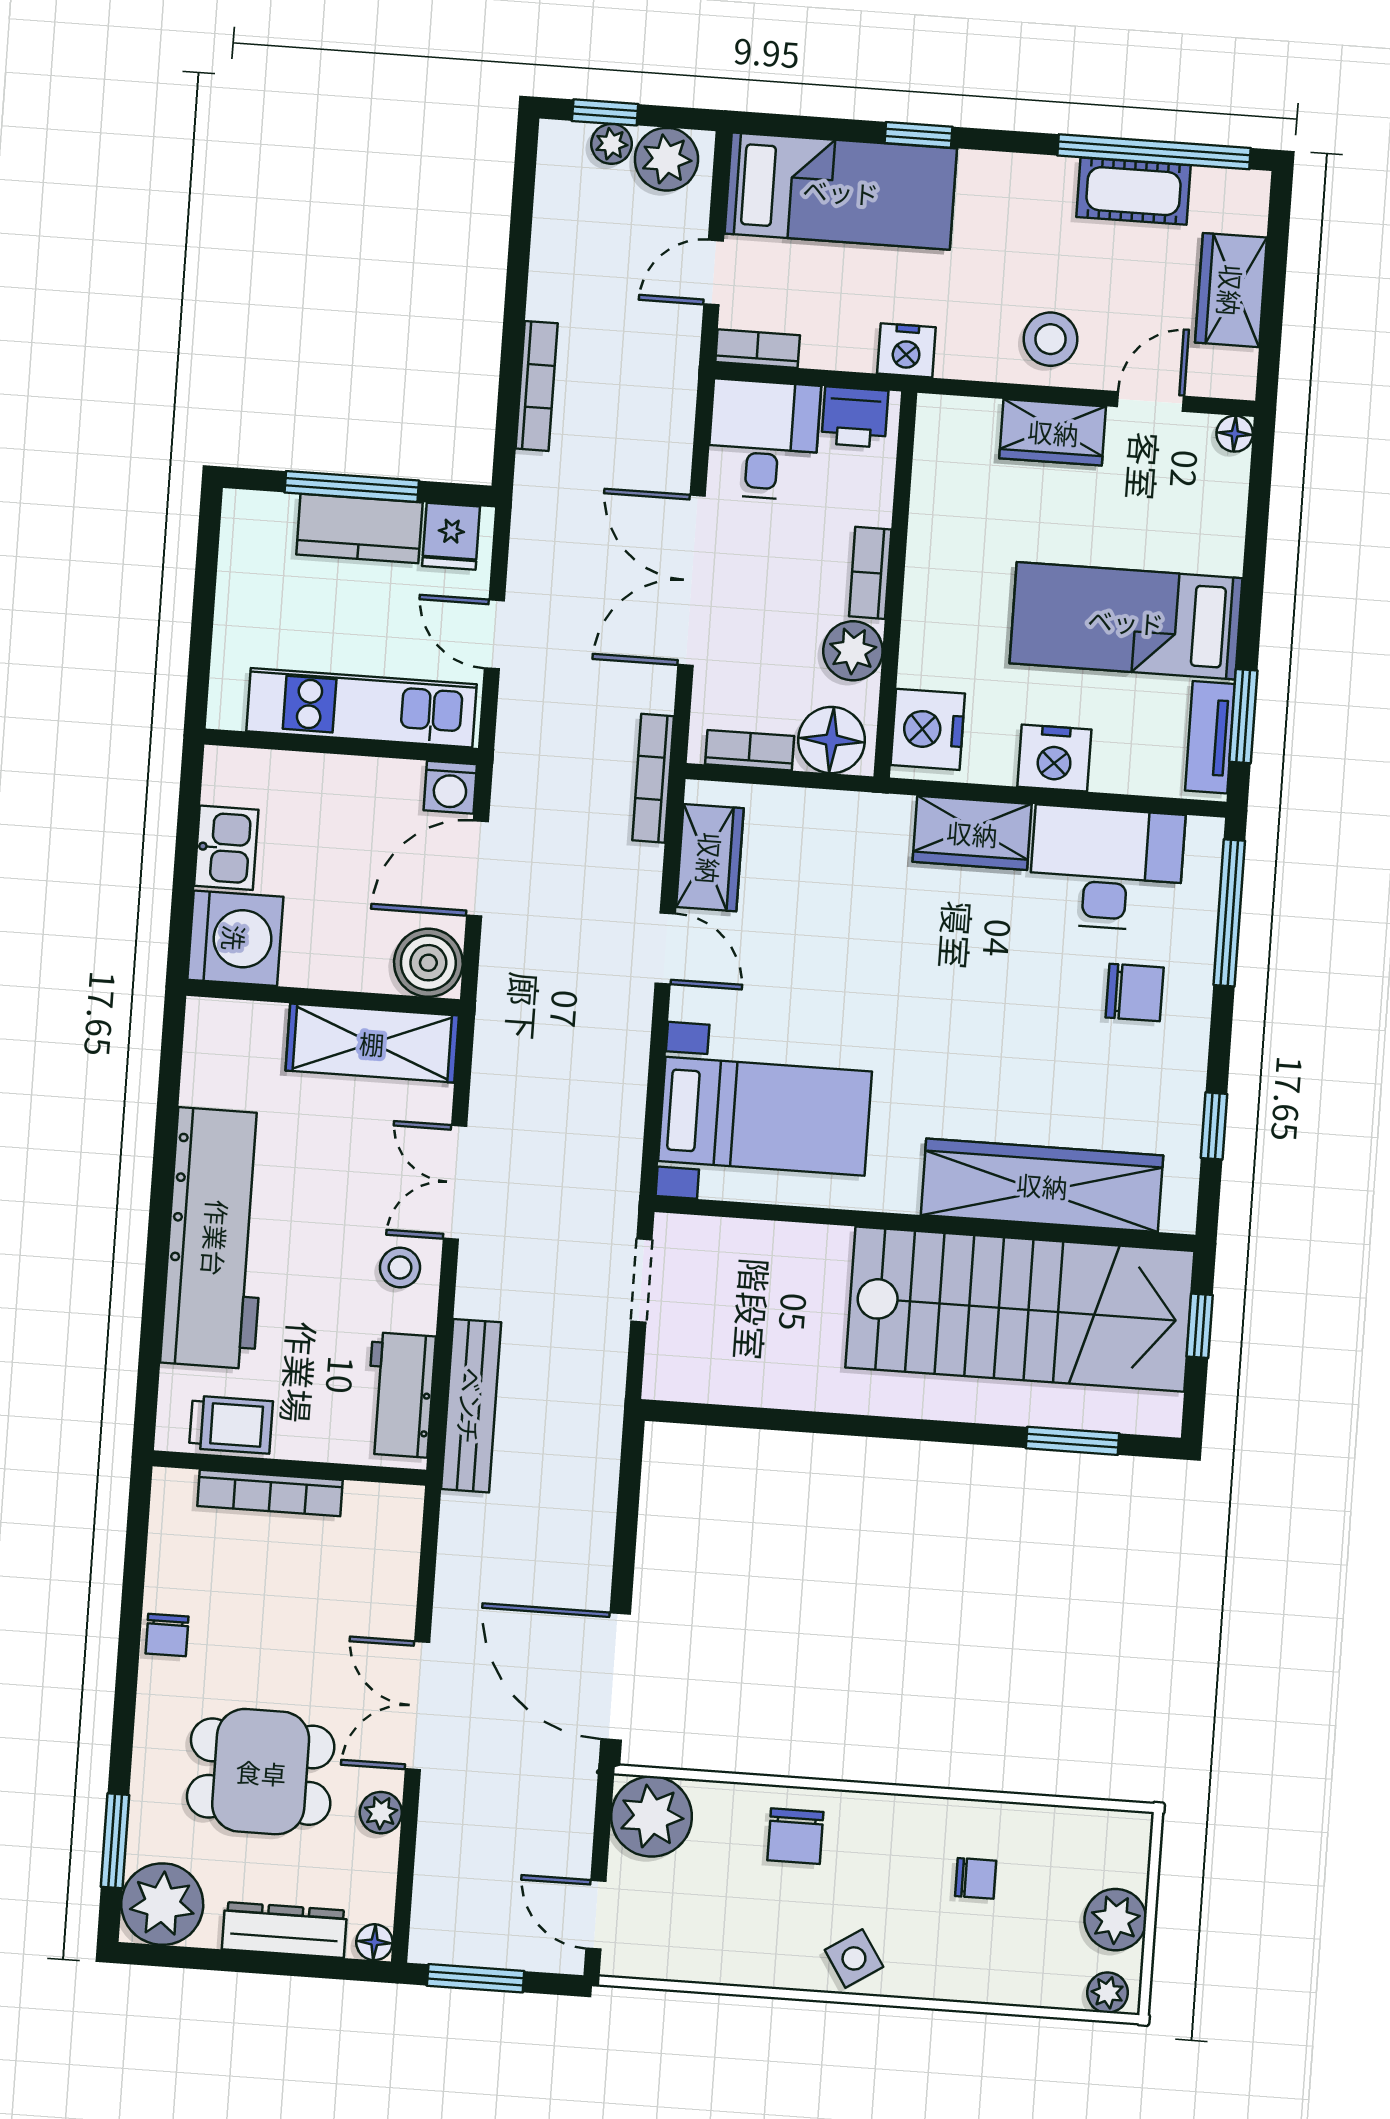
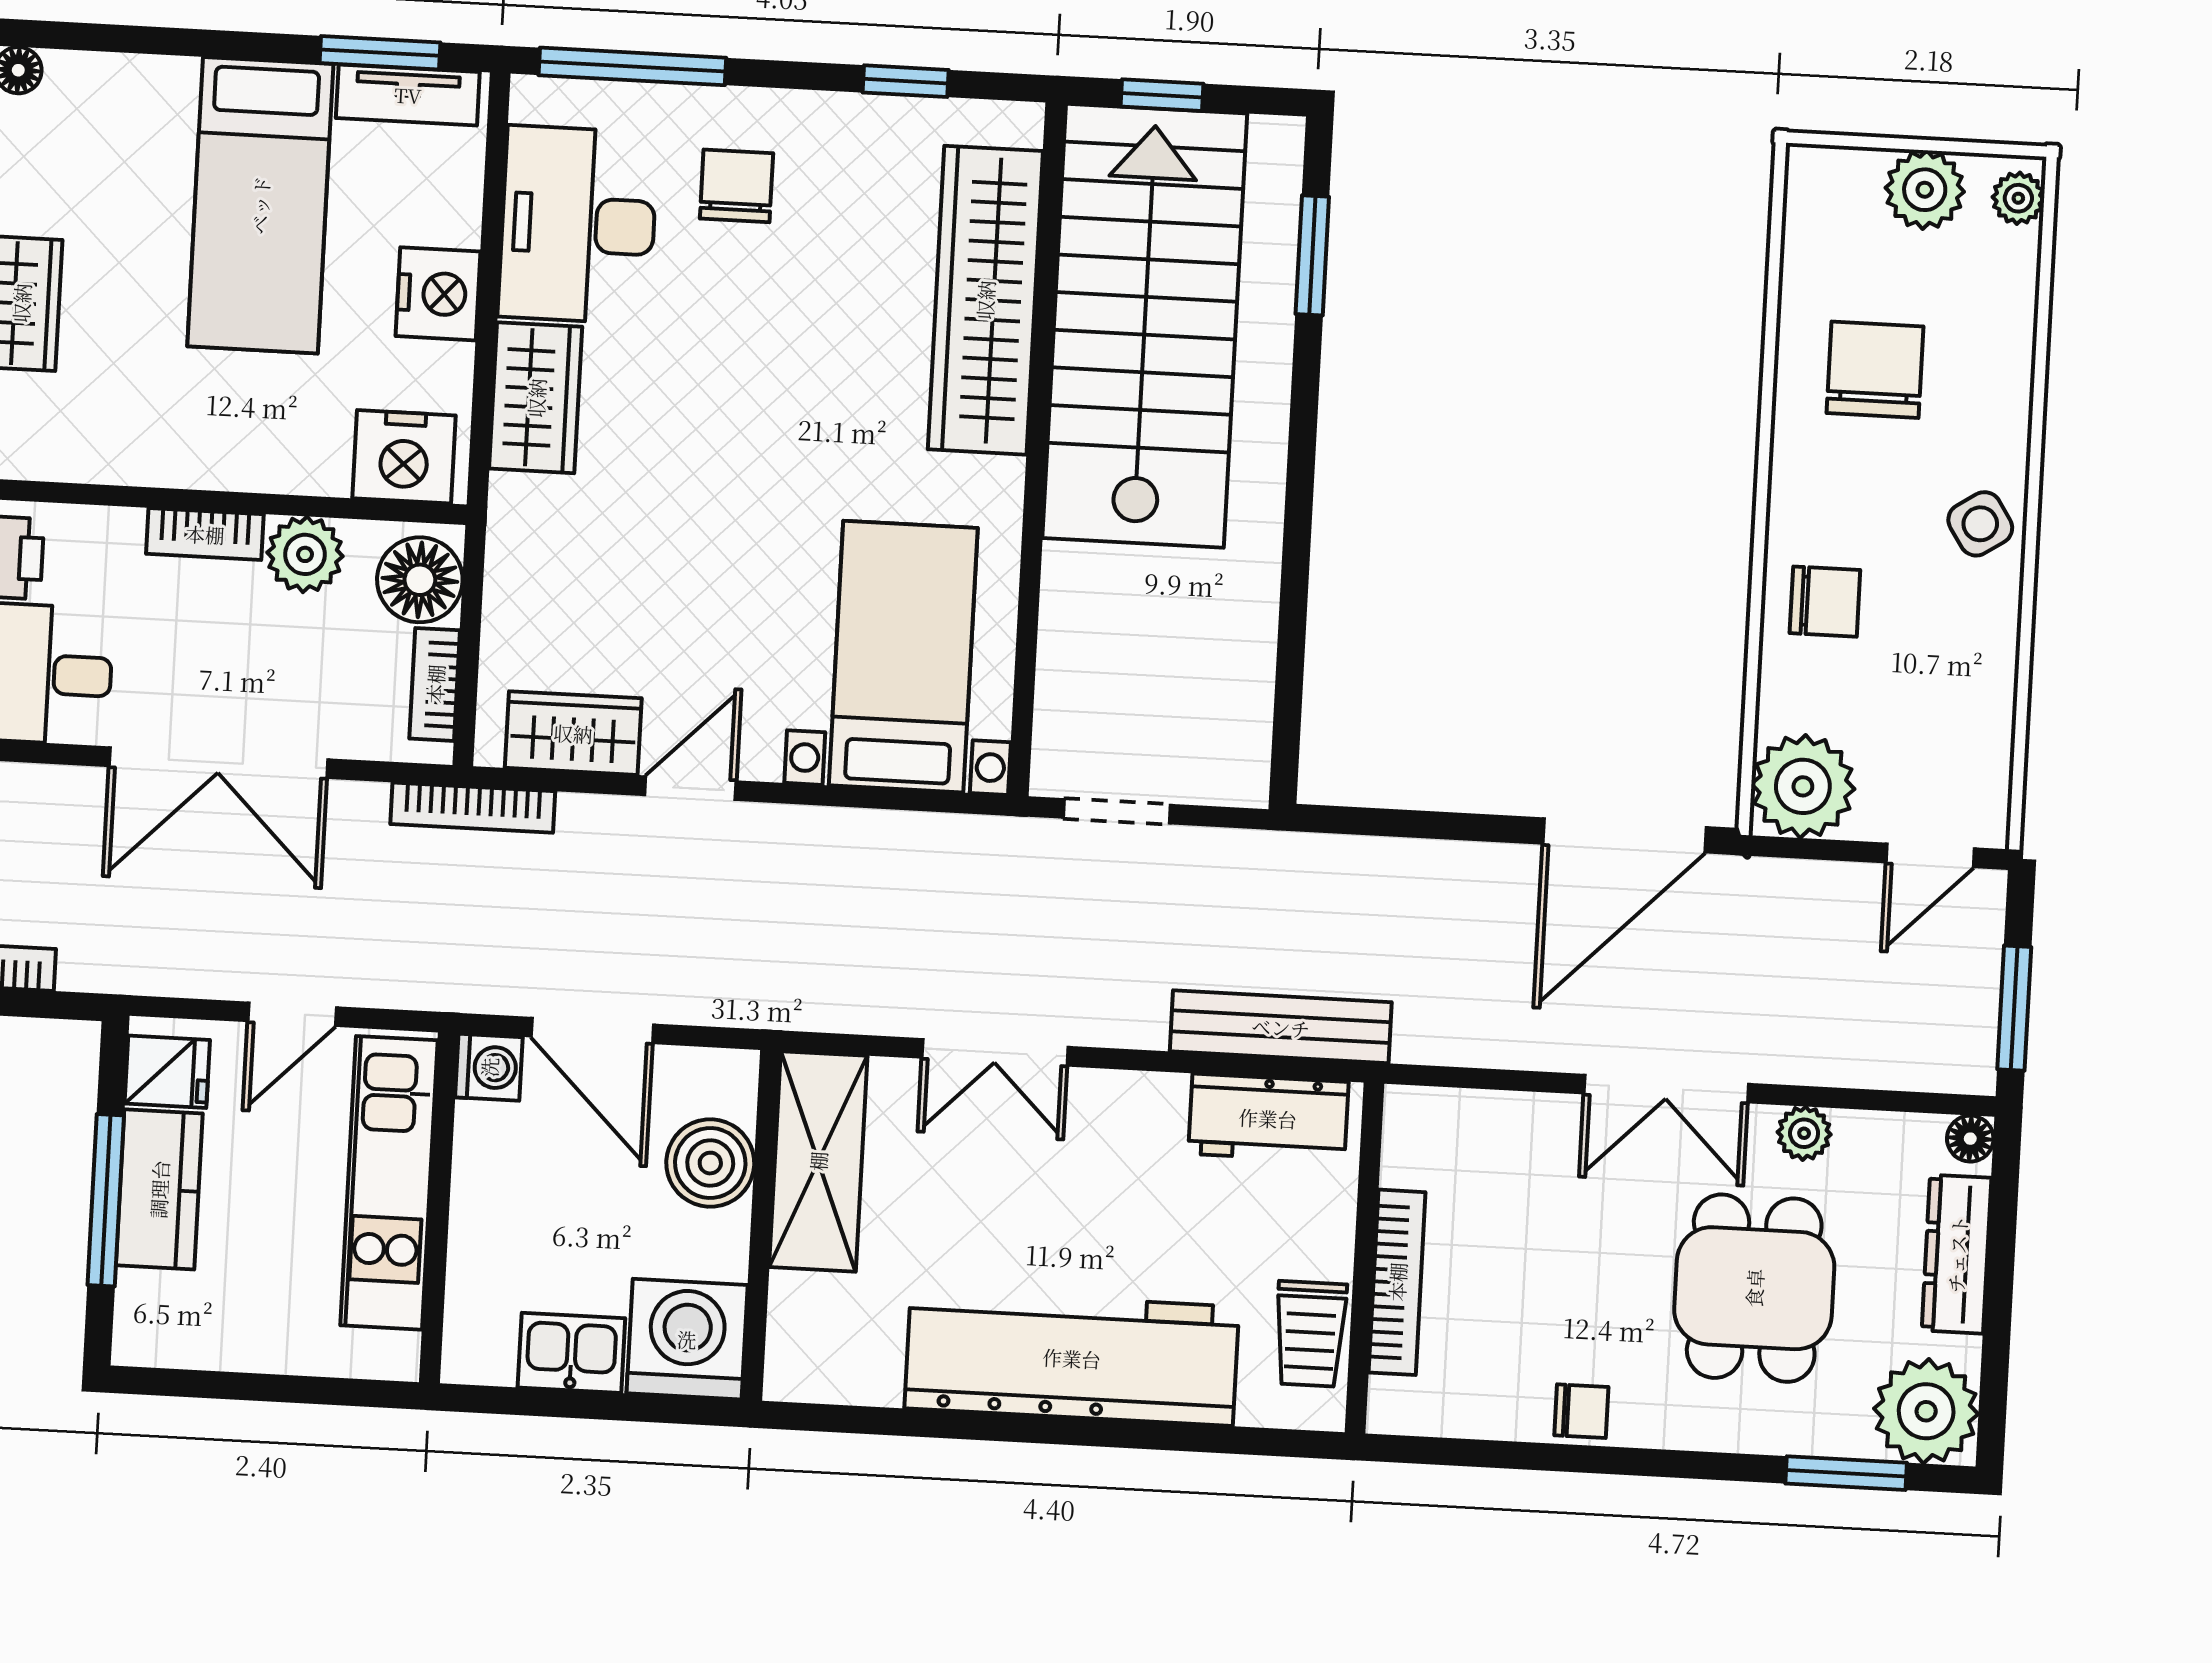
boiler: (428, 963) -> (710, 1163), moved
stool: (400, 1267) -> (1105, 1121), removed
trolley: (231, 1425) -> (1310, 1334), turned 180
chair: (976, 1878) -> (1875, 370), width x1.87, depth x1.87

